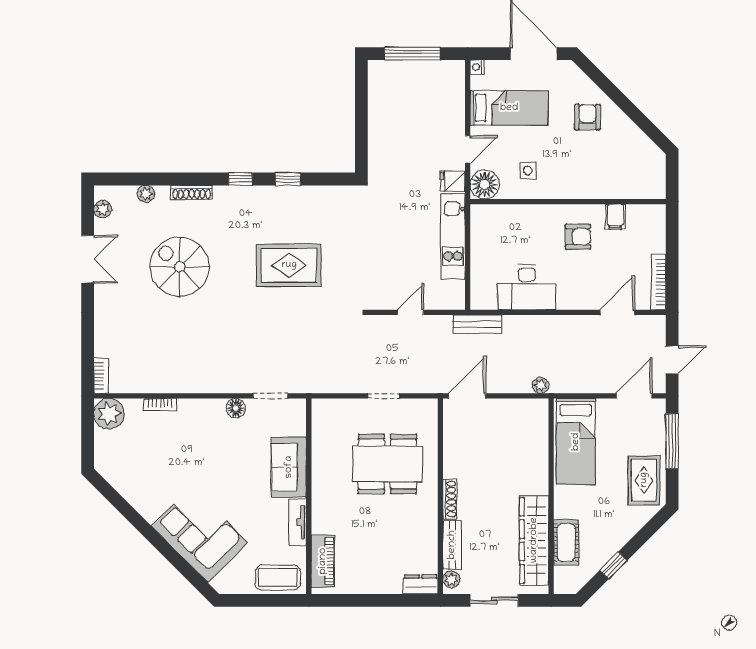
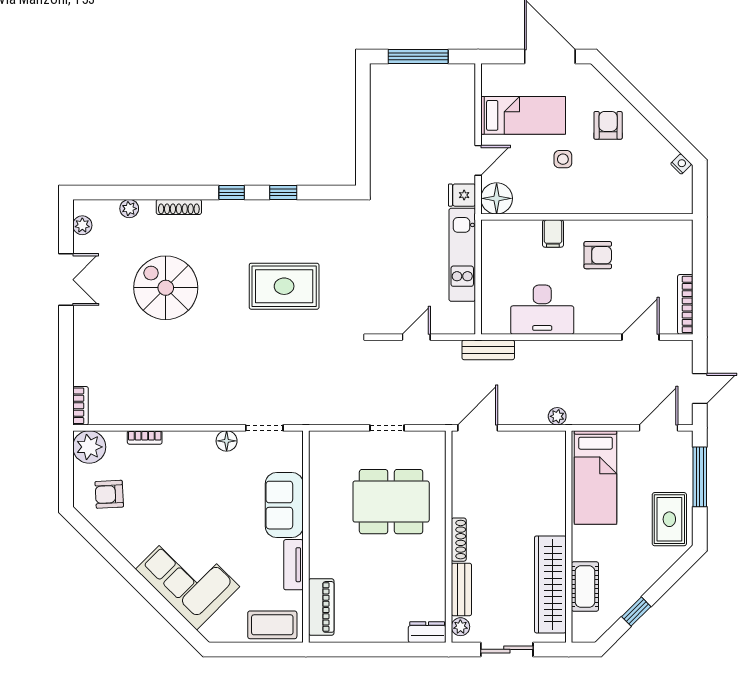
nightstand: (477, 67) -> (681, 164), moved, turned 135
side table: (528, 171) -> (563, 159), moved
filing cabinet: (615, 217) -> (553, 233), moved
armchair: (127, 457) -> (109, 494), added

